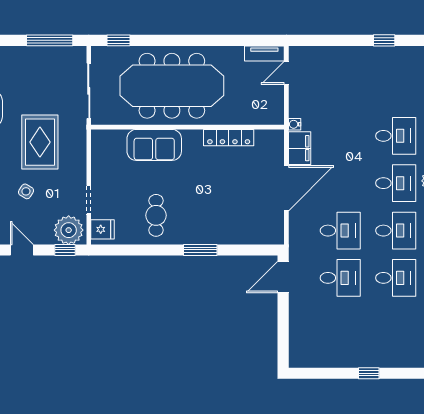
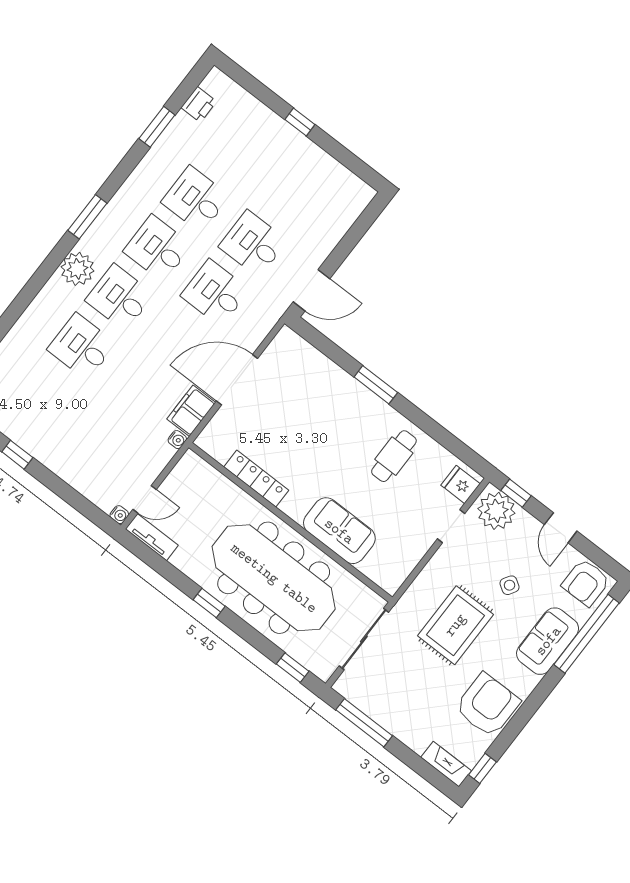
window: (199, 40) -> (209, 603), added
water cooler: (295, 52) -> (119, 515), added

